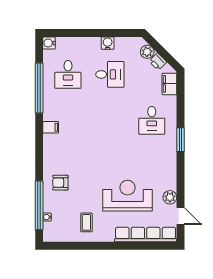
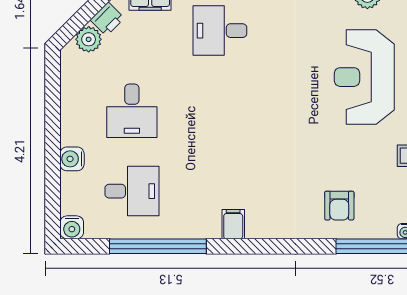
water cooler: (108, 43) -> (72, 159), moved
desk: (110, 74) -> (132, 111), turned 180
desk: (152, 120) -> (220, 31), turned 180

